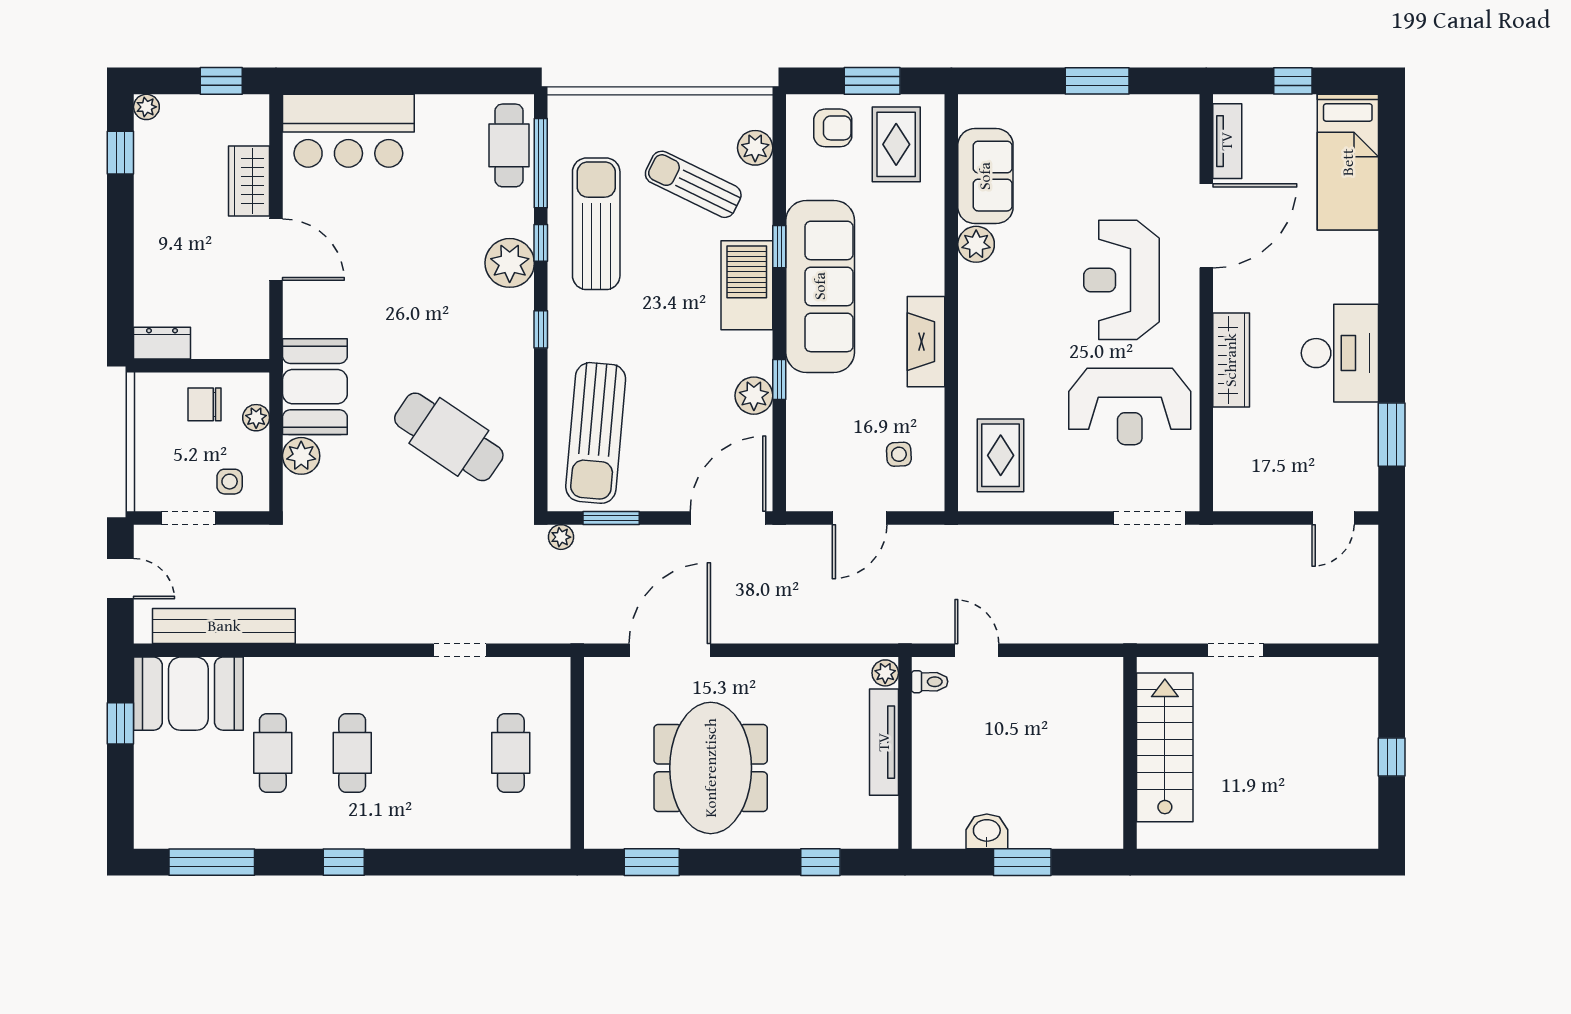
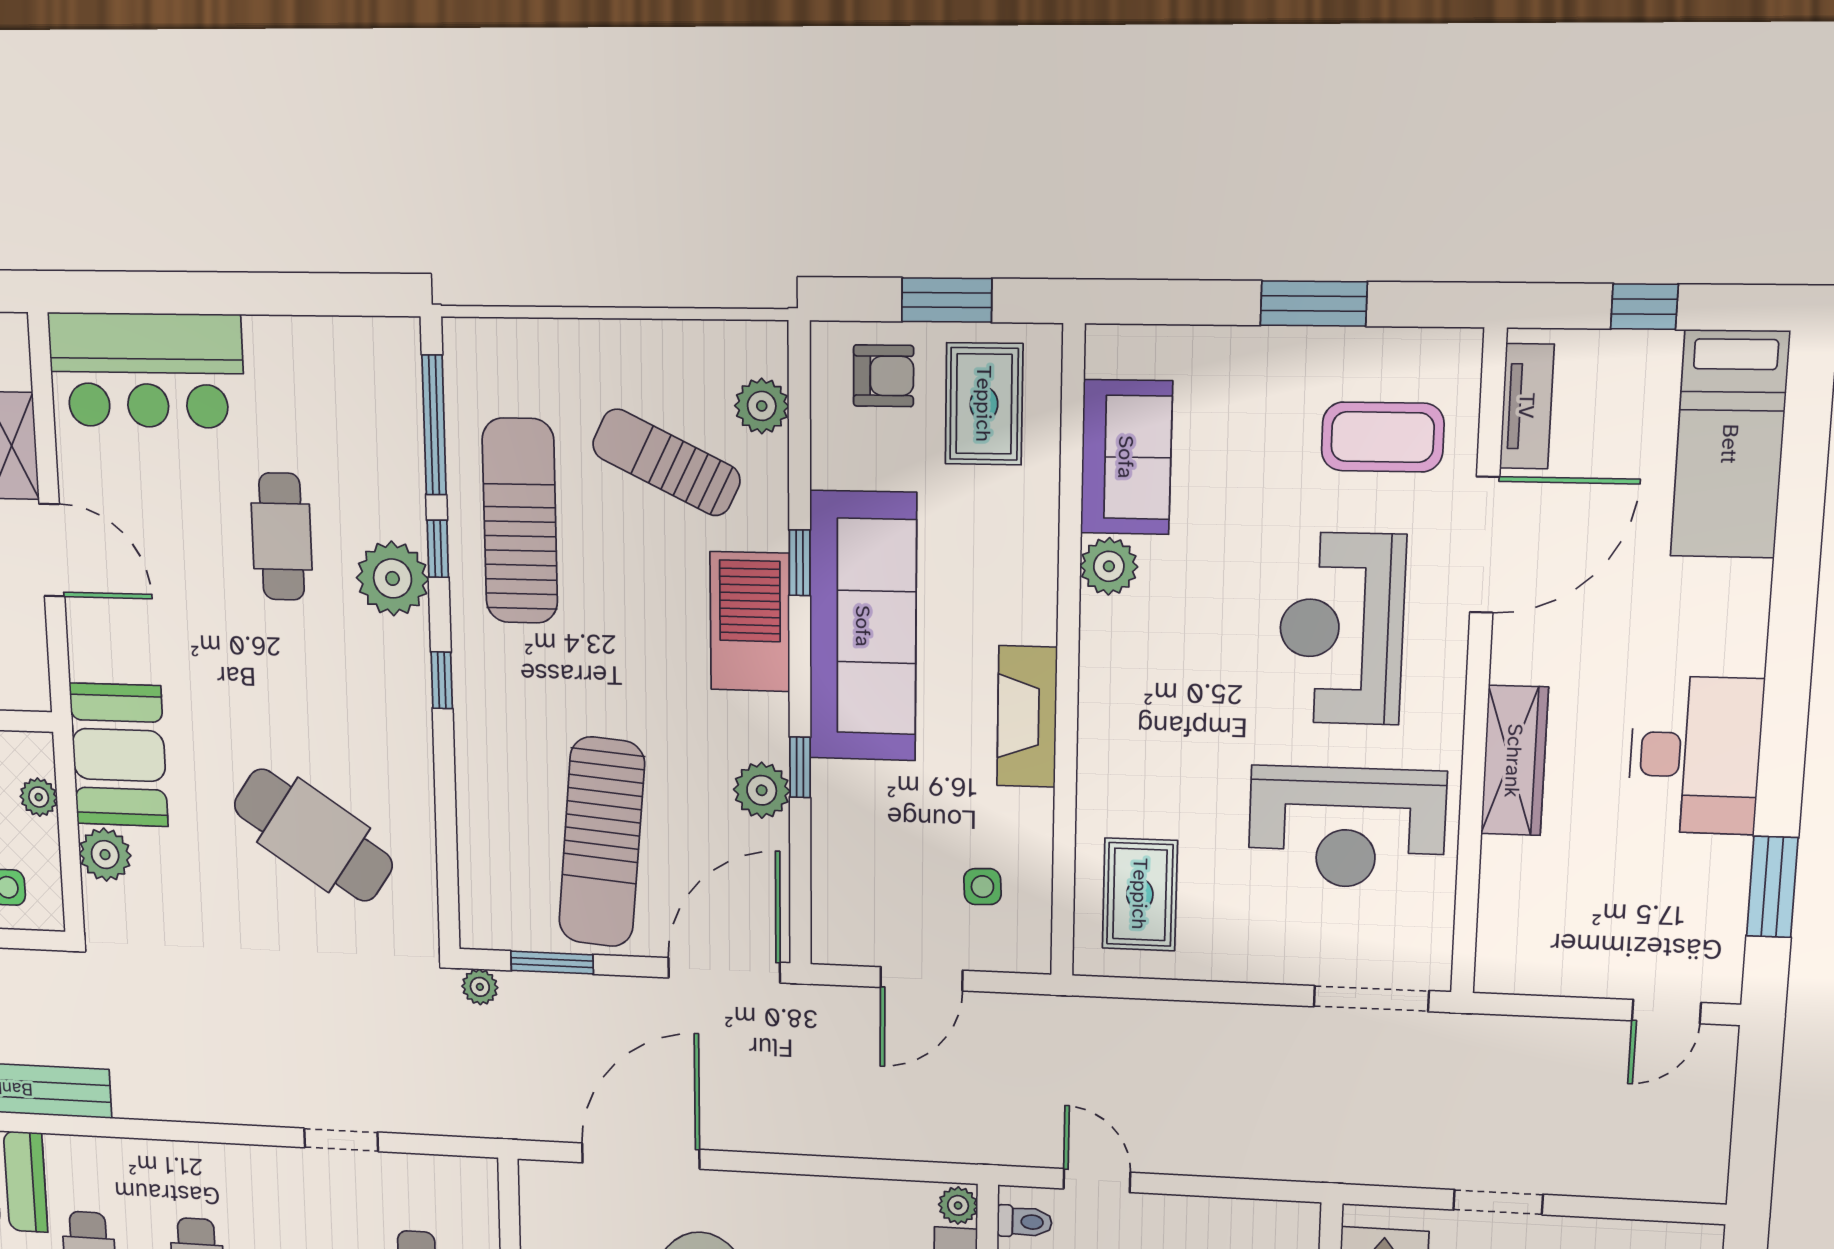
cafe table: (509, 145) -> (282, 537), moved
coffee table: (1142, 161) -> (1383, 437), added
sun lounger: (596, 433) -> (602, 842), moved

